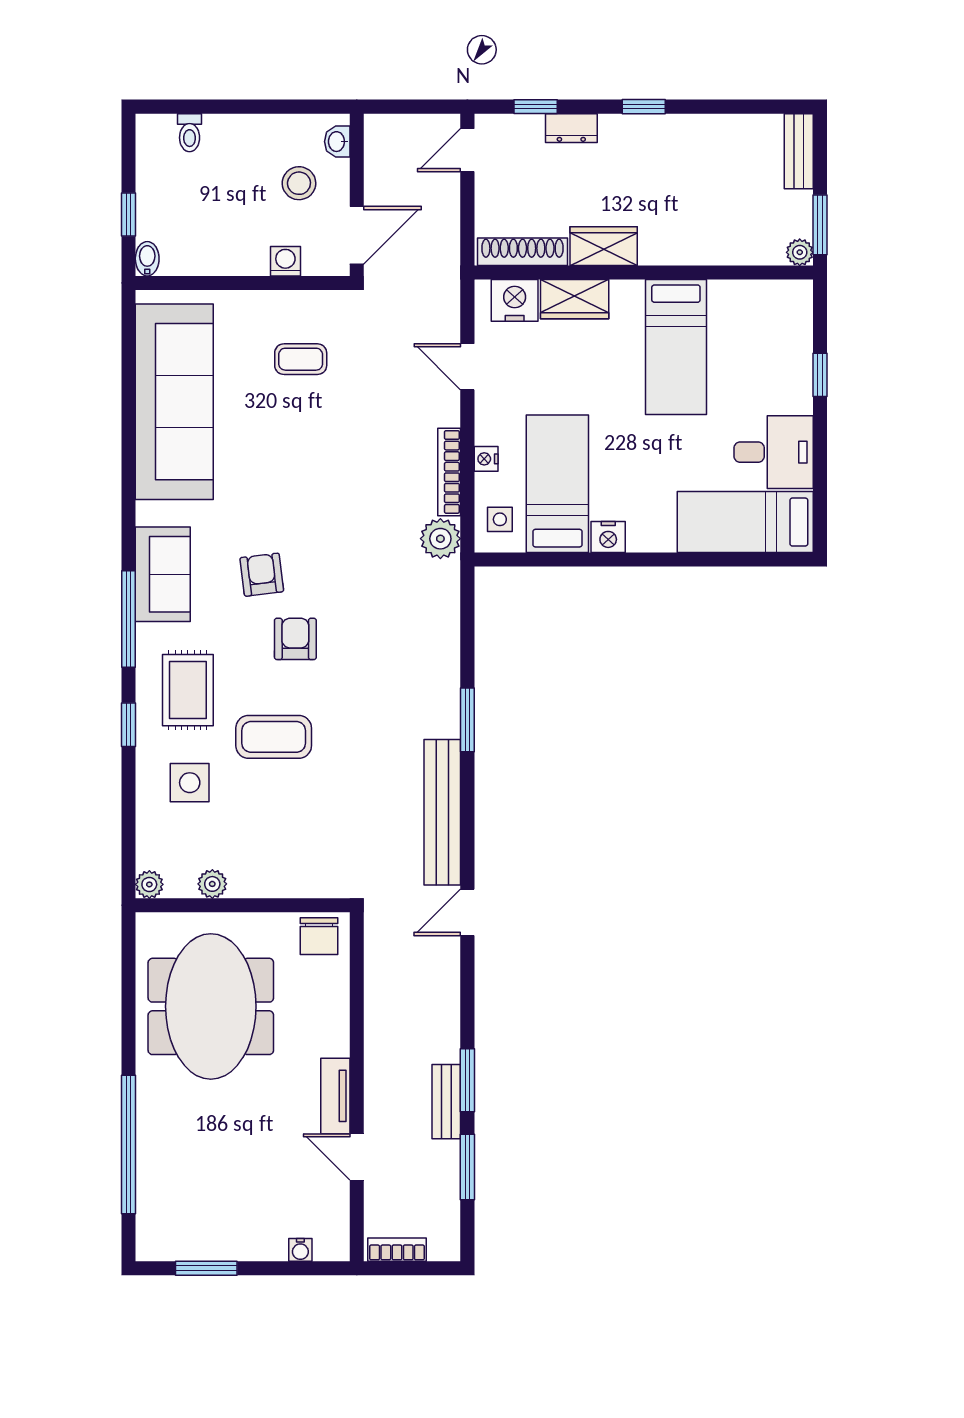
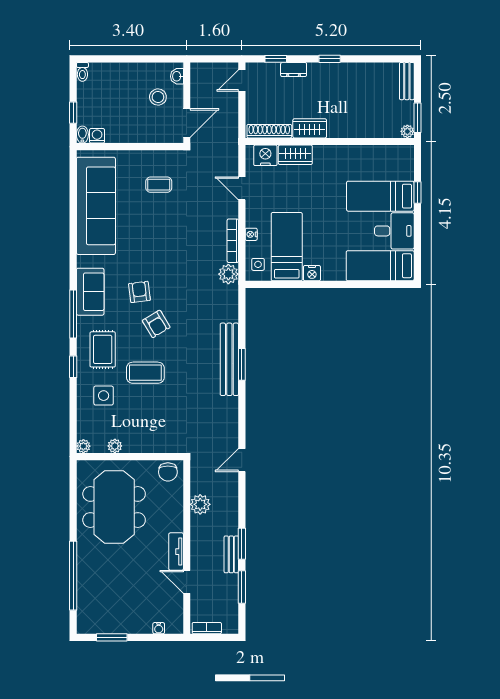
toilet: (190, 133) -> (82, 72), moved
washing machine: (285, 261) -> (97, 136), moved
bed: (676, 347) -> (380, 196), moved, turned 90
armchair: (295, 639) -> (156, 324), turned 149
bench: (442, 812) -> (229, 359), moved
plant: (384, 1001) -> (200, 504), added

